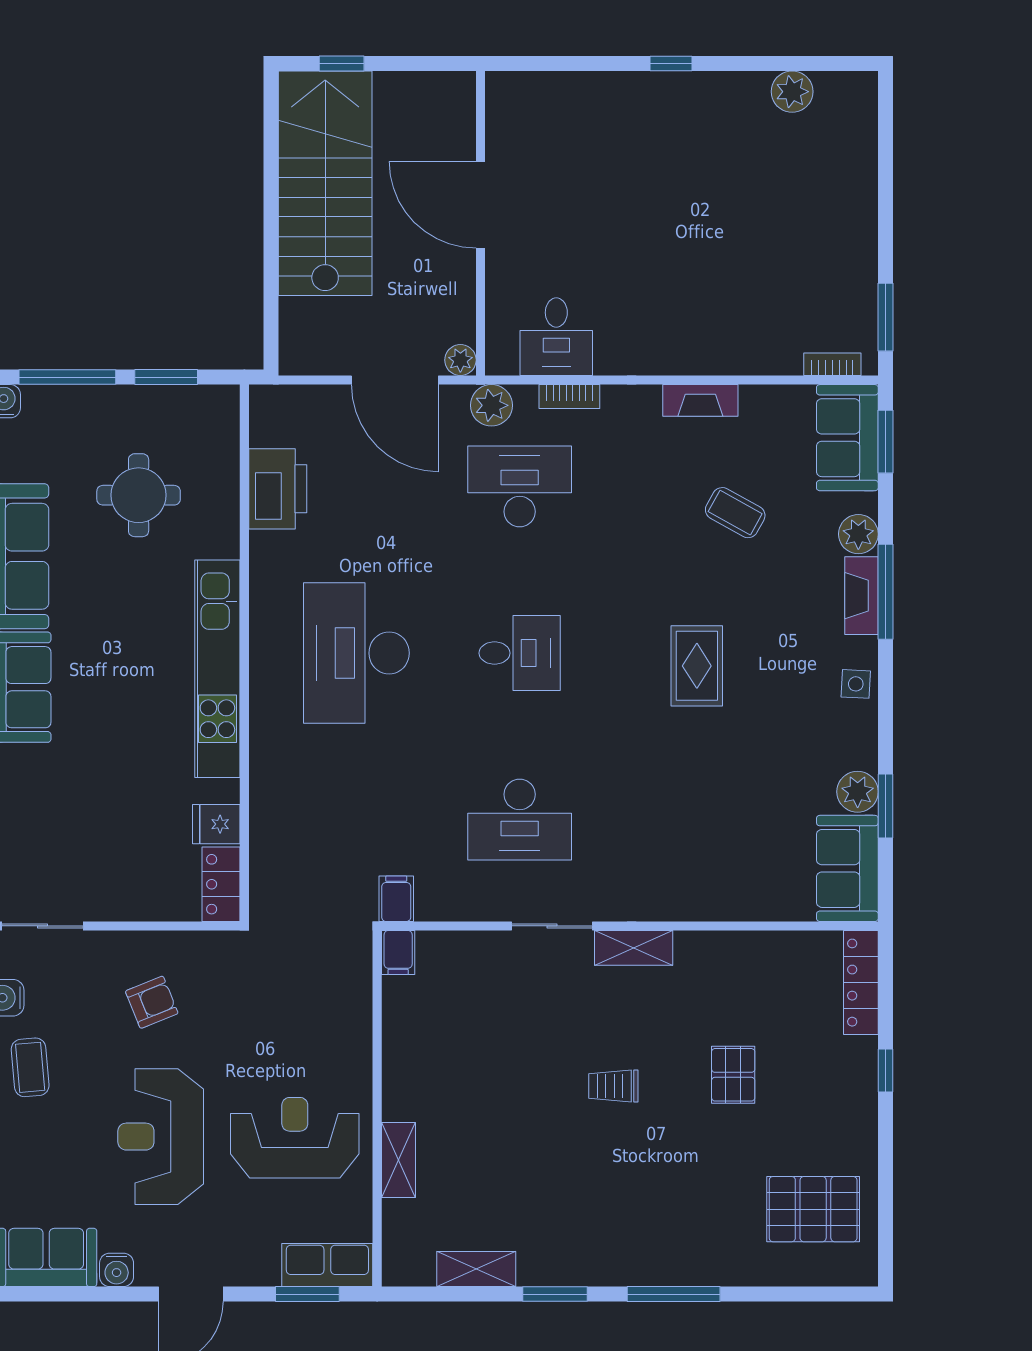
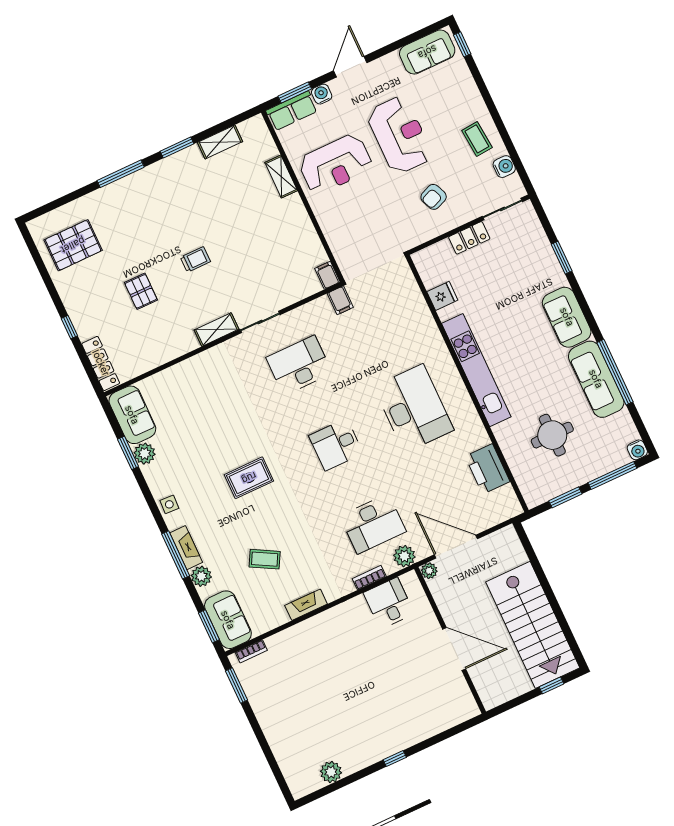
rug: (697, 666) -> (249, 478), turned 90
locker: (221, 884) -> (469, 238), moved, turned 90
water cooler: (117, 1270) -> (322, 94), moved

